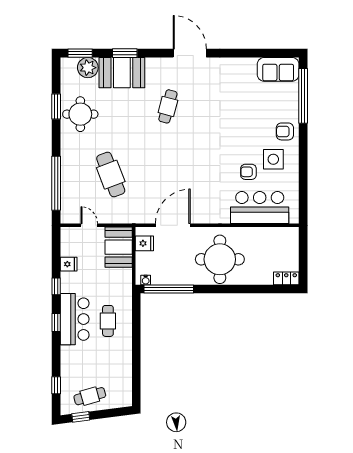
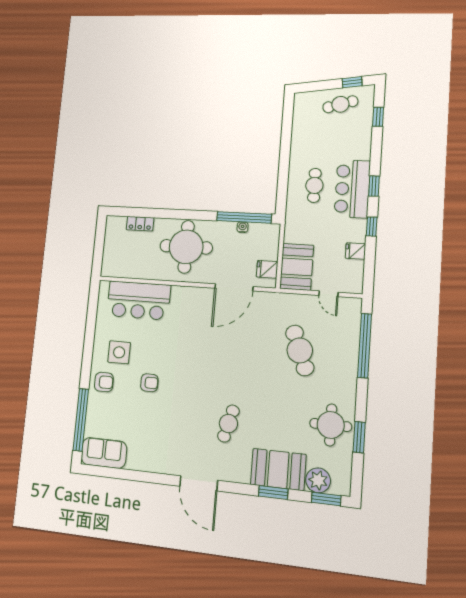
armchair: (248, 172) -> (149, 383), moved
locker: (286, 278) -> (140, 224), moved
water cooler: (146, 280) -> (243, 227), moved

